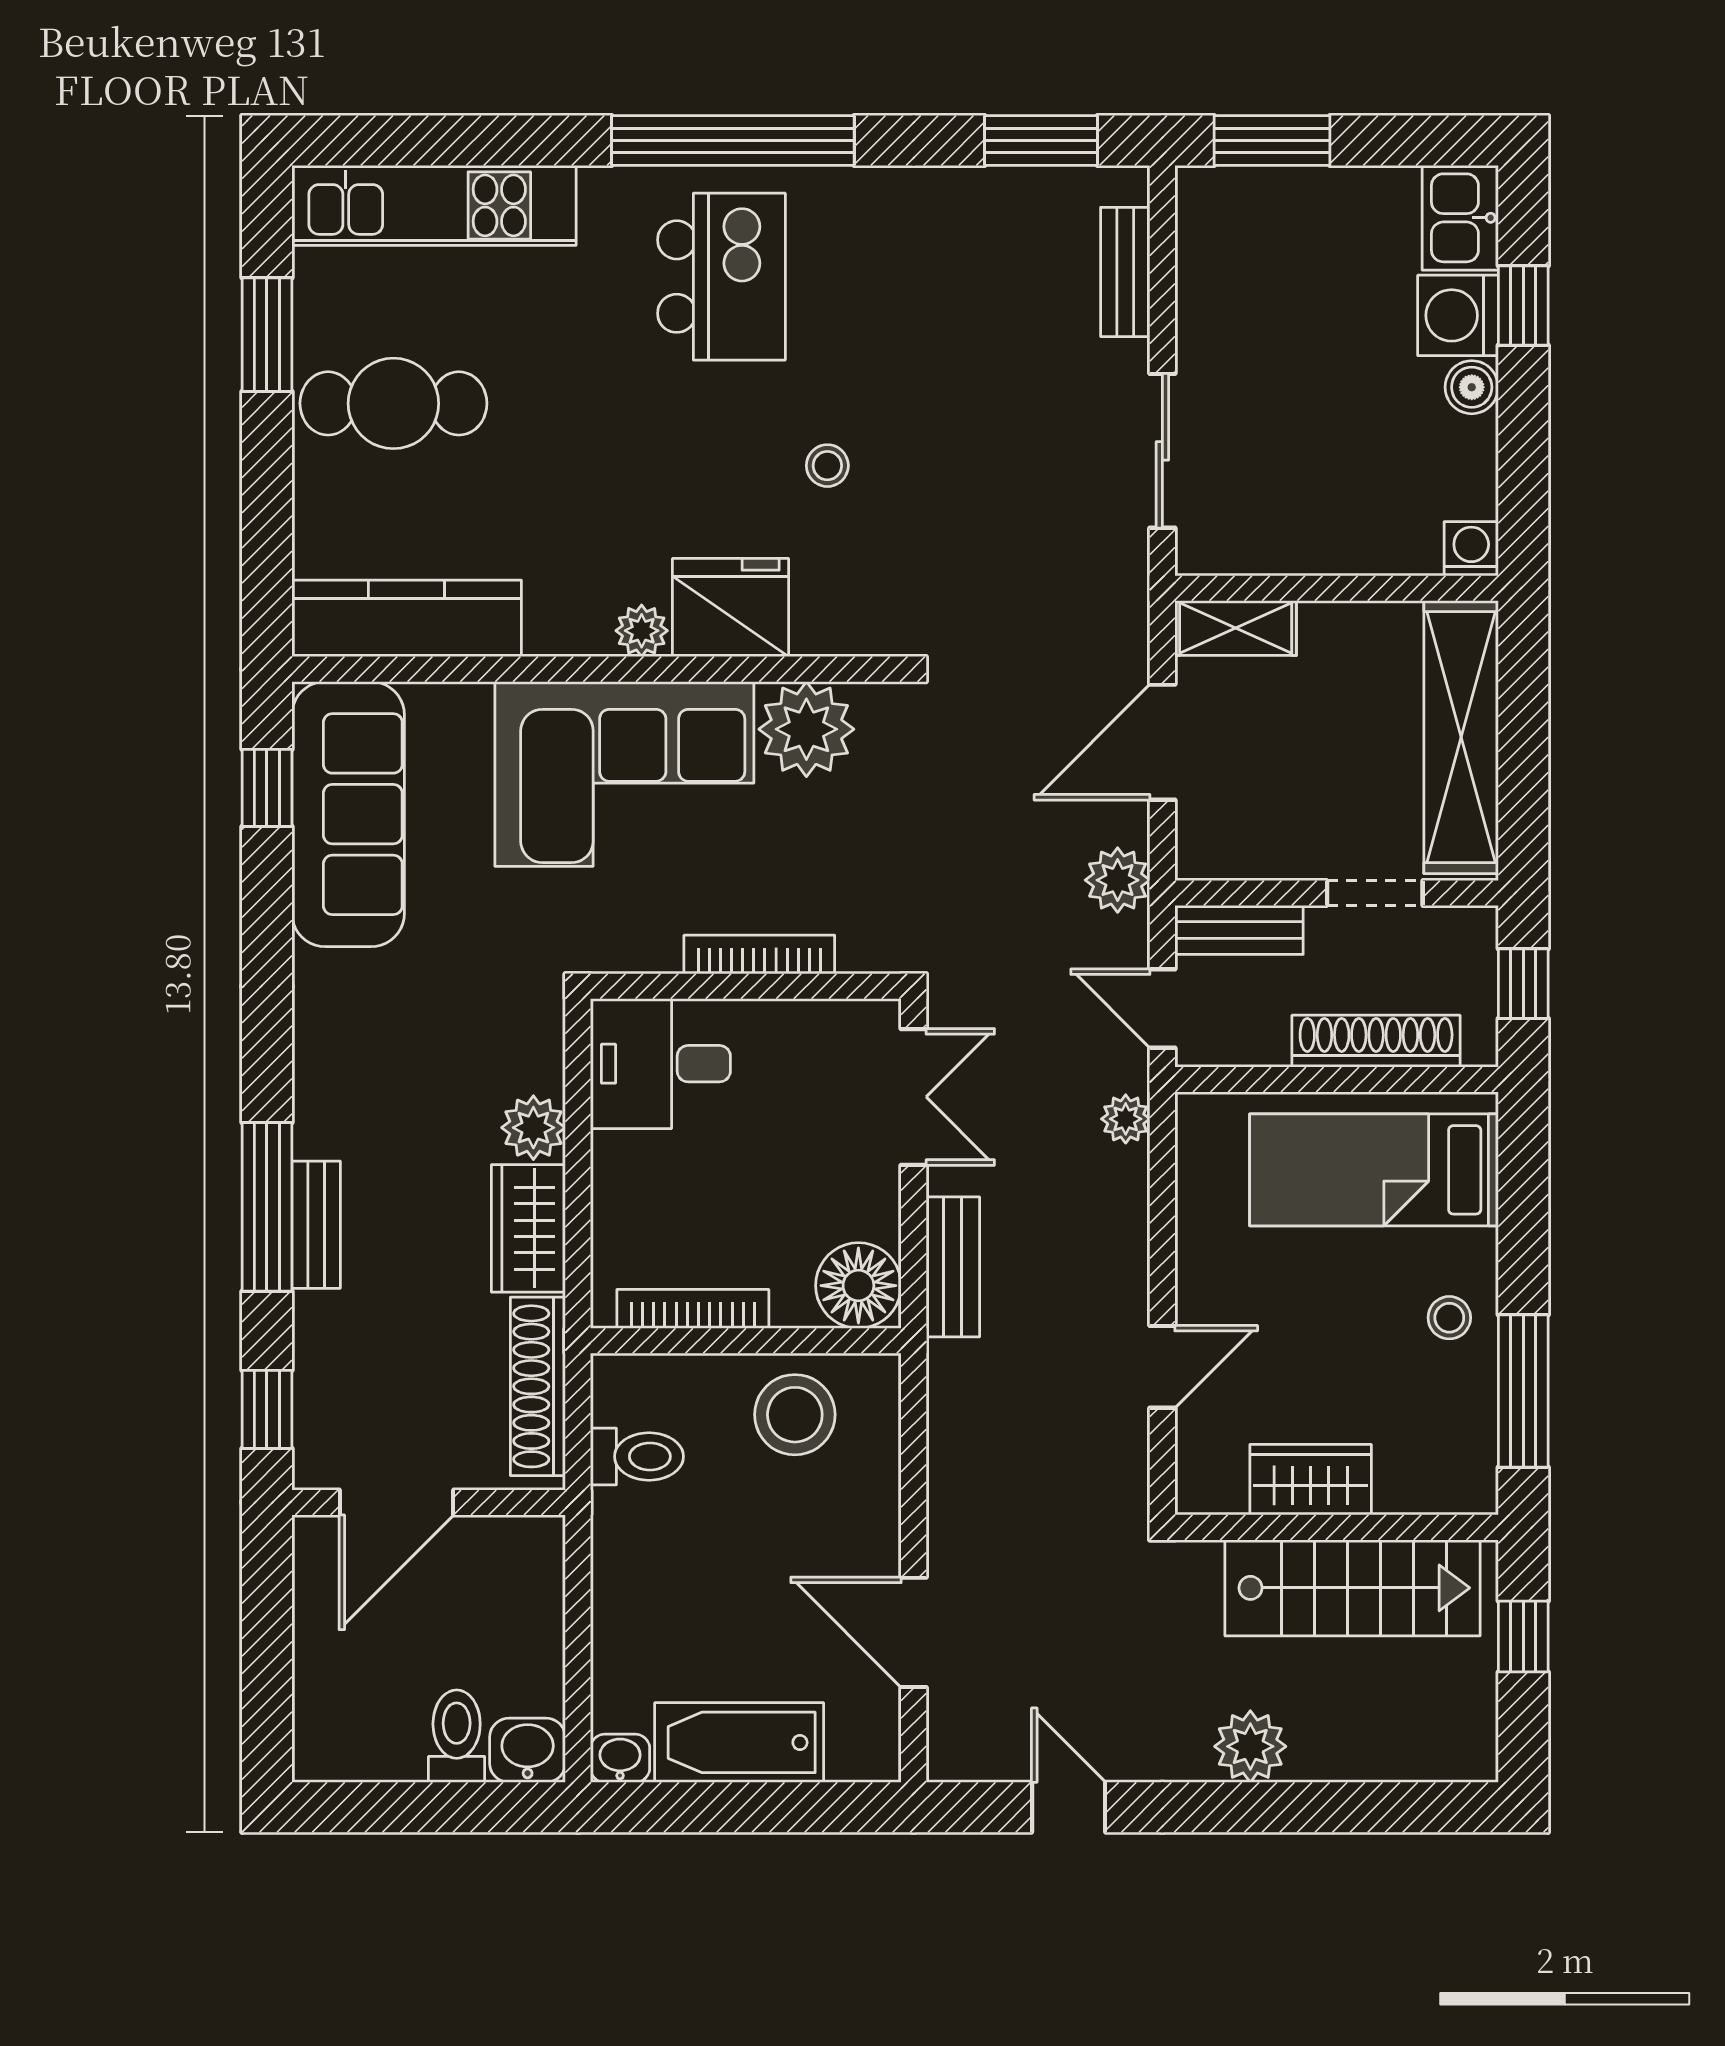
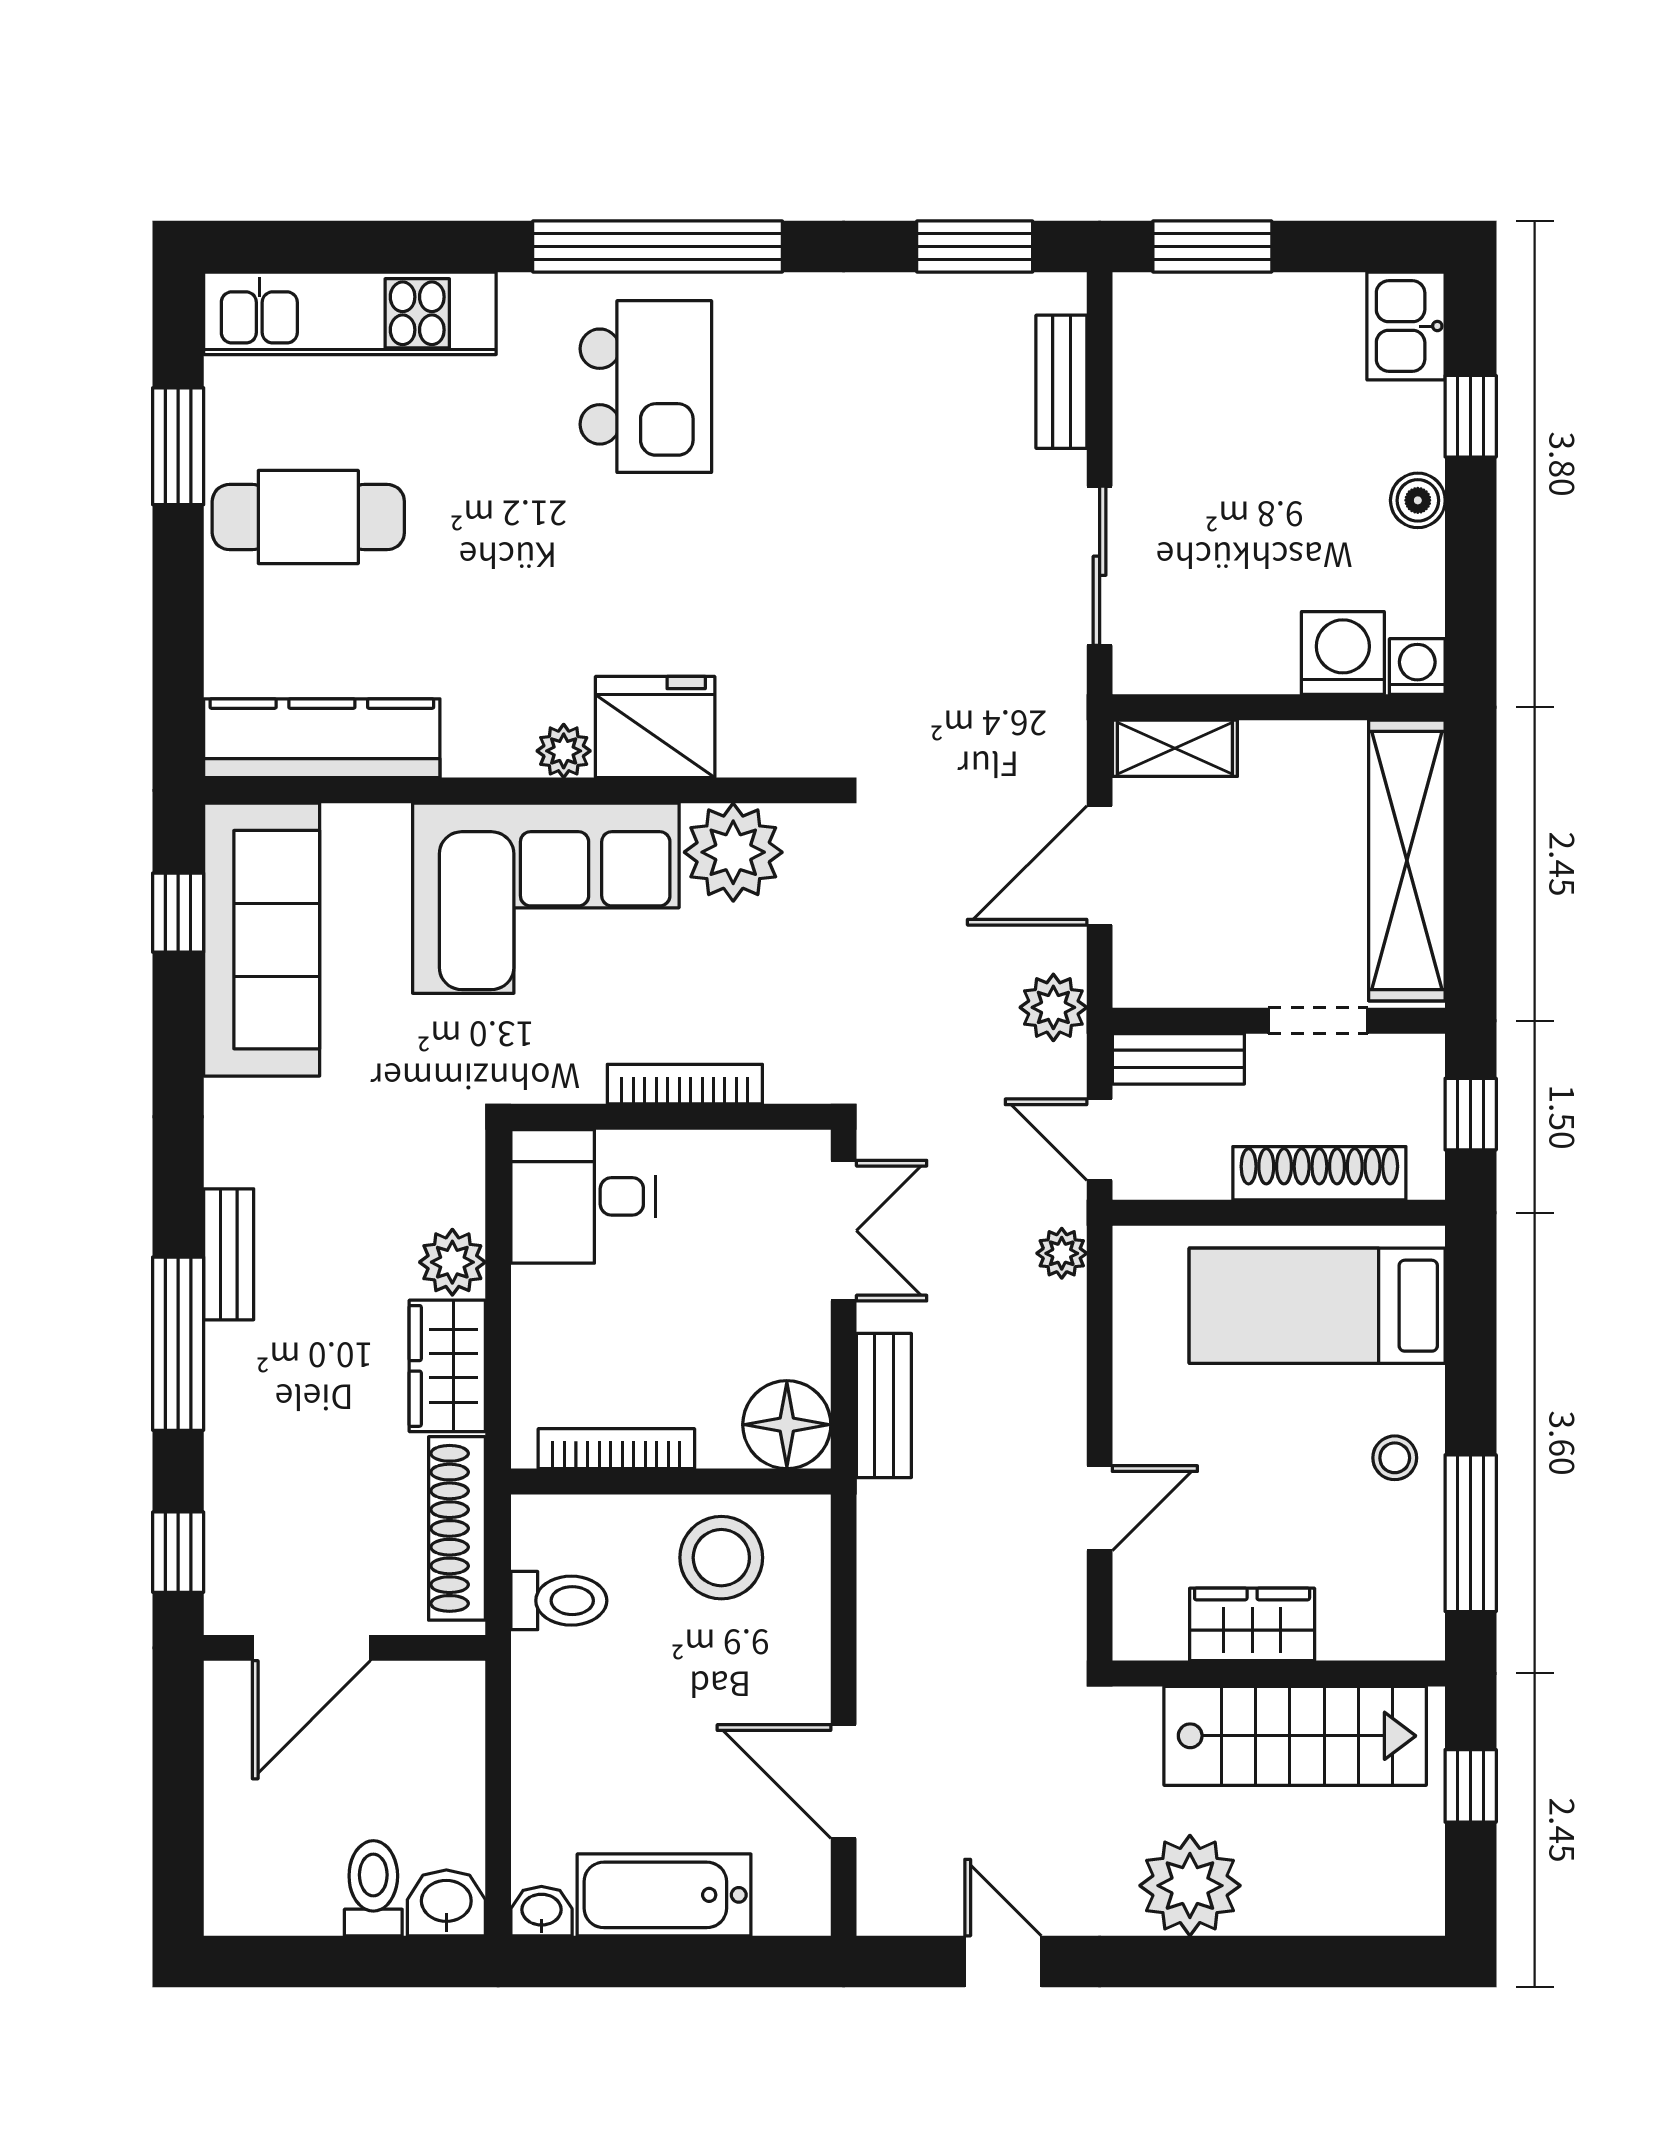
washing machine: (1458, 315) -> (1343, 653), moved, turned 90
stool: (827, 466) -> (755, 581), removed
bench: (316, 1225) -> (229, 1254), moved
plant: (1250, 1746) -> (1190, 1886), width x1.36, depth x1.36

